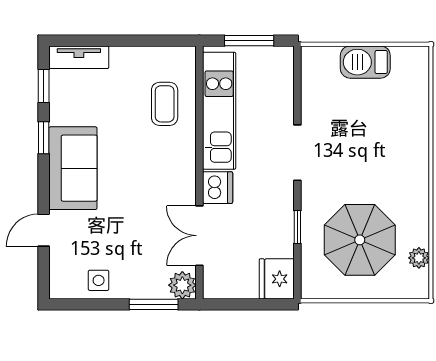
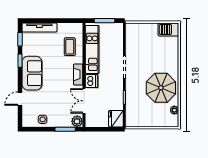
tv unit: (79, 57) -> (39, 27), width x1.41
barbecue: (365, 62) -> (168, 29), moved
fireplace: (185, 171) -> (78, 74), added
parasol: (360, 240) -> (161, 88), moved

